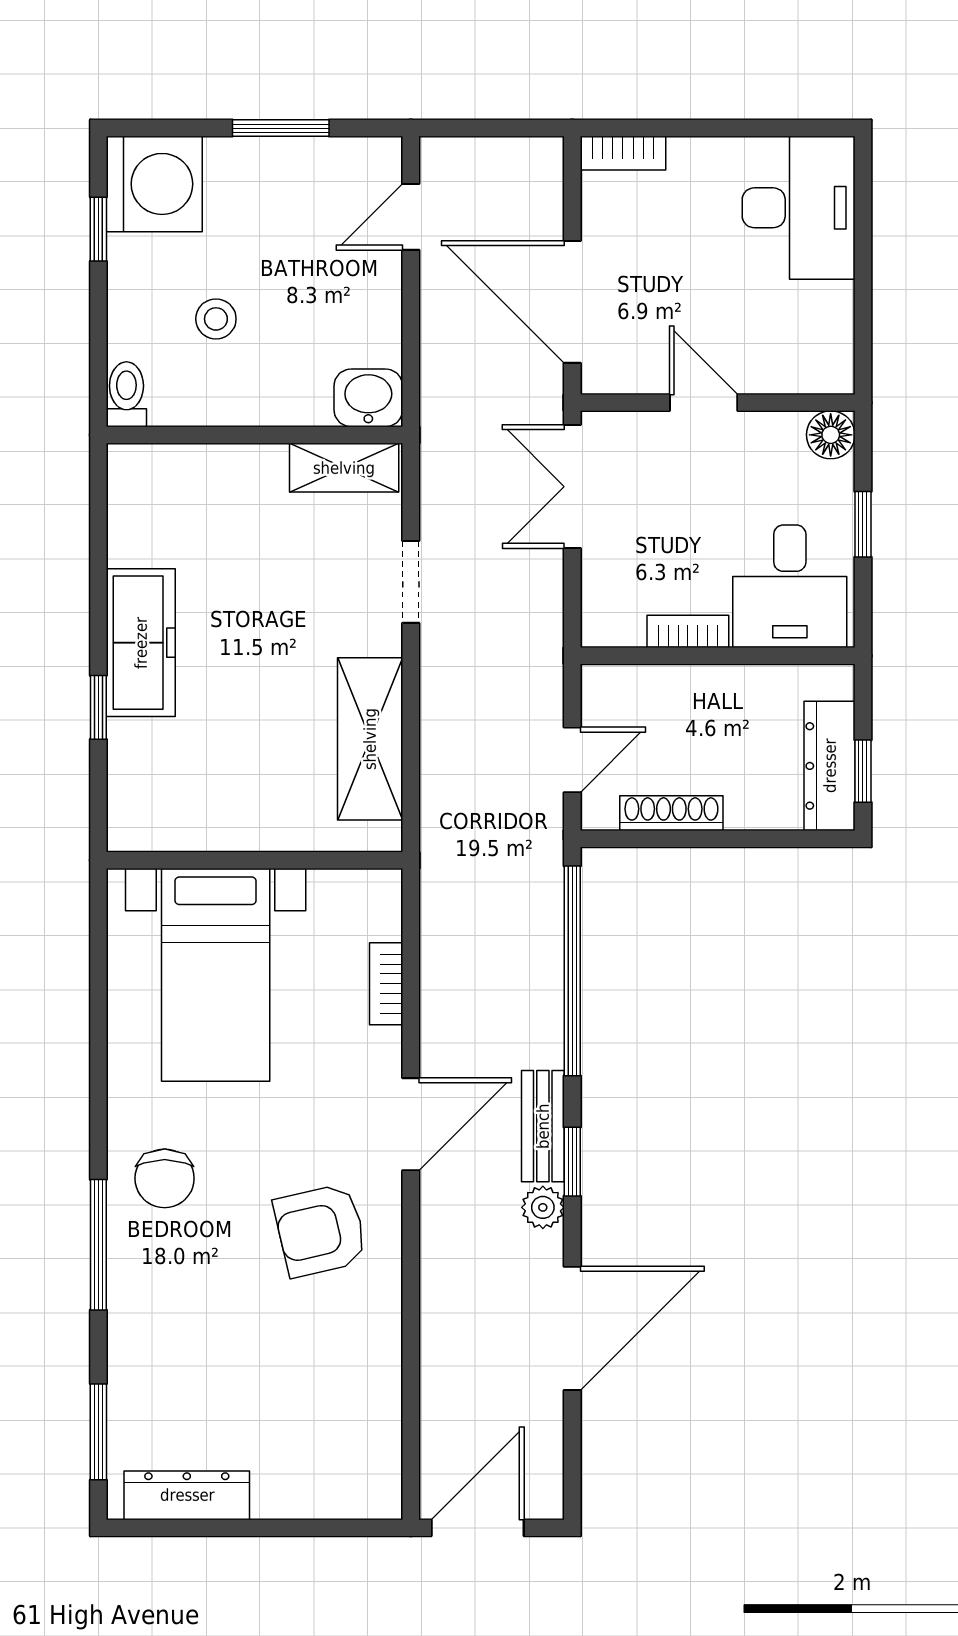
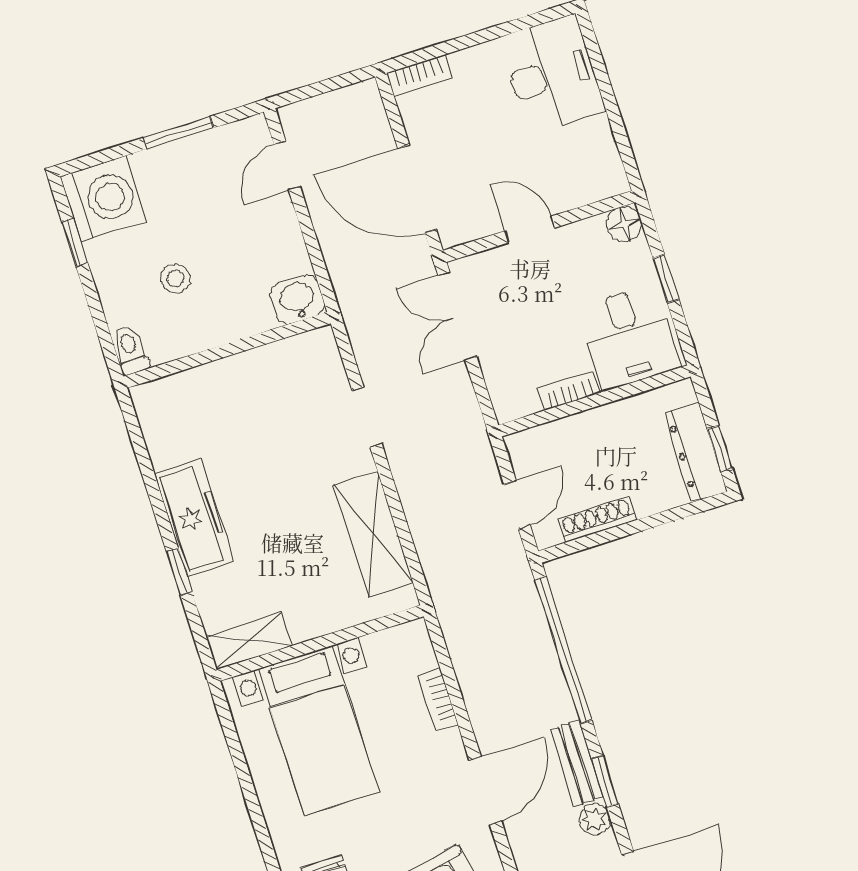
shelving: (344, 468) -> (249, 641), moved

